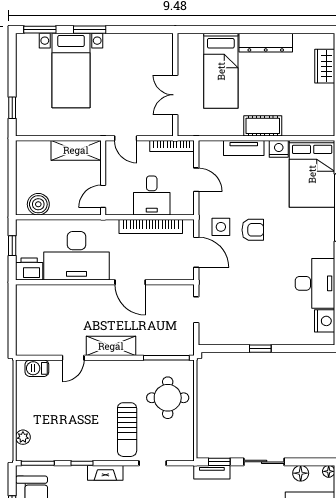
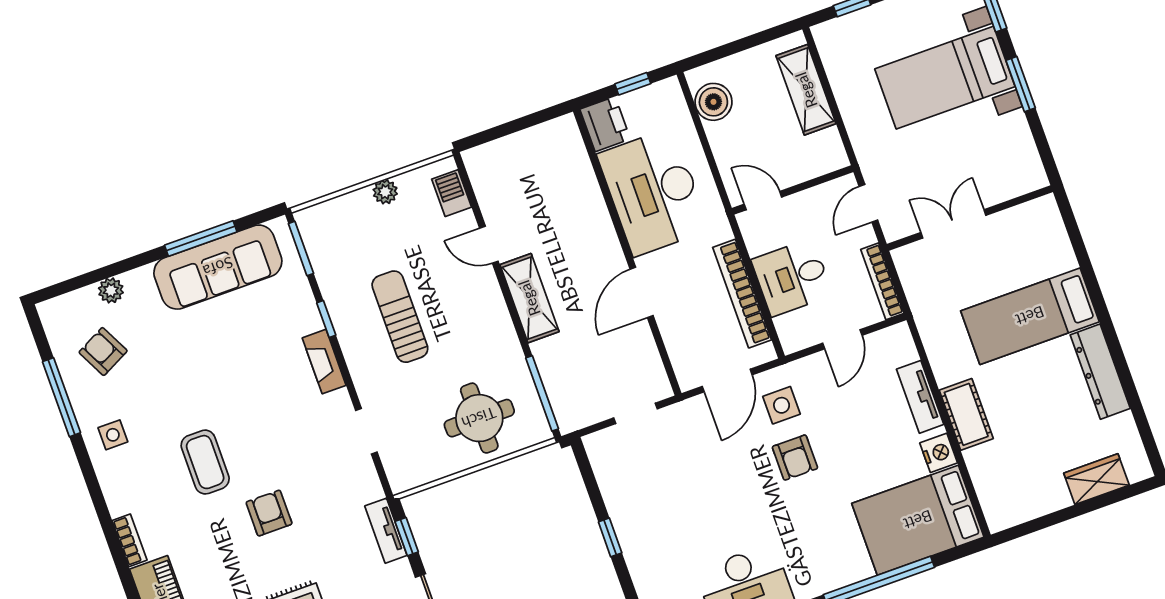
wall: (175, 85) -> (970, 218), moved
double door: (175, 95) -> (953, 224), moved
shelving: (76, 150) -> (806, 90), moved
sun lounger: (127, 430) -> (400, 317), moved, turned 90
plant: (23, 437) -> (385, 192), moved

